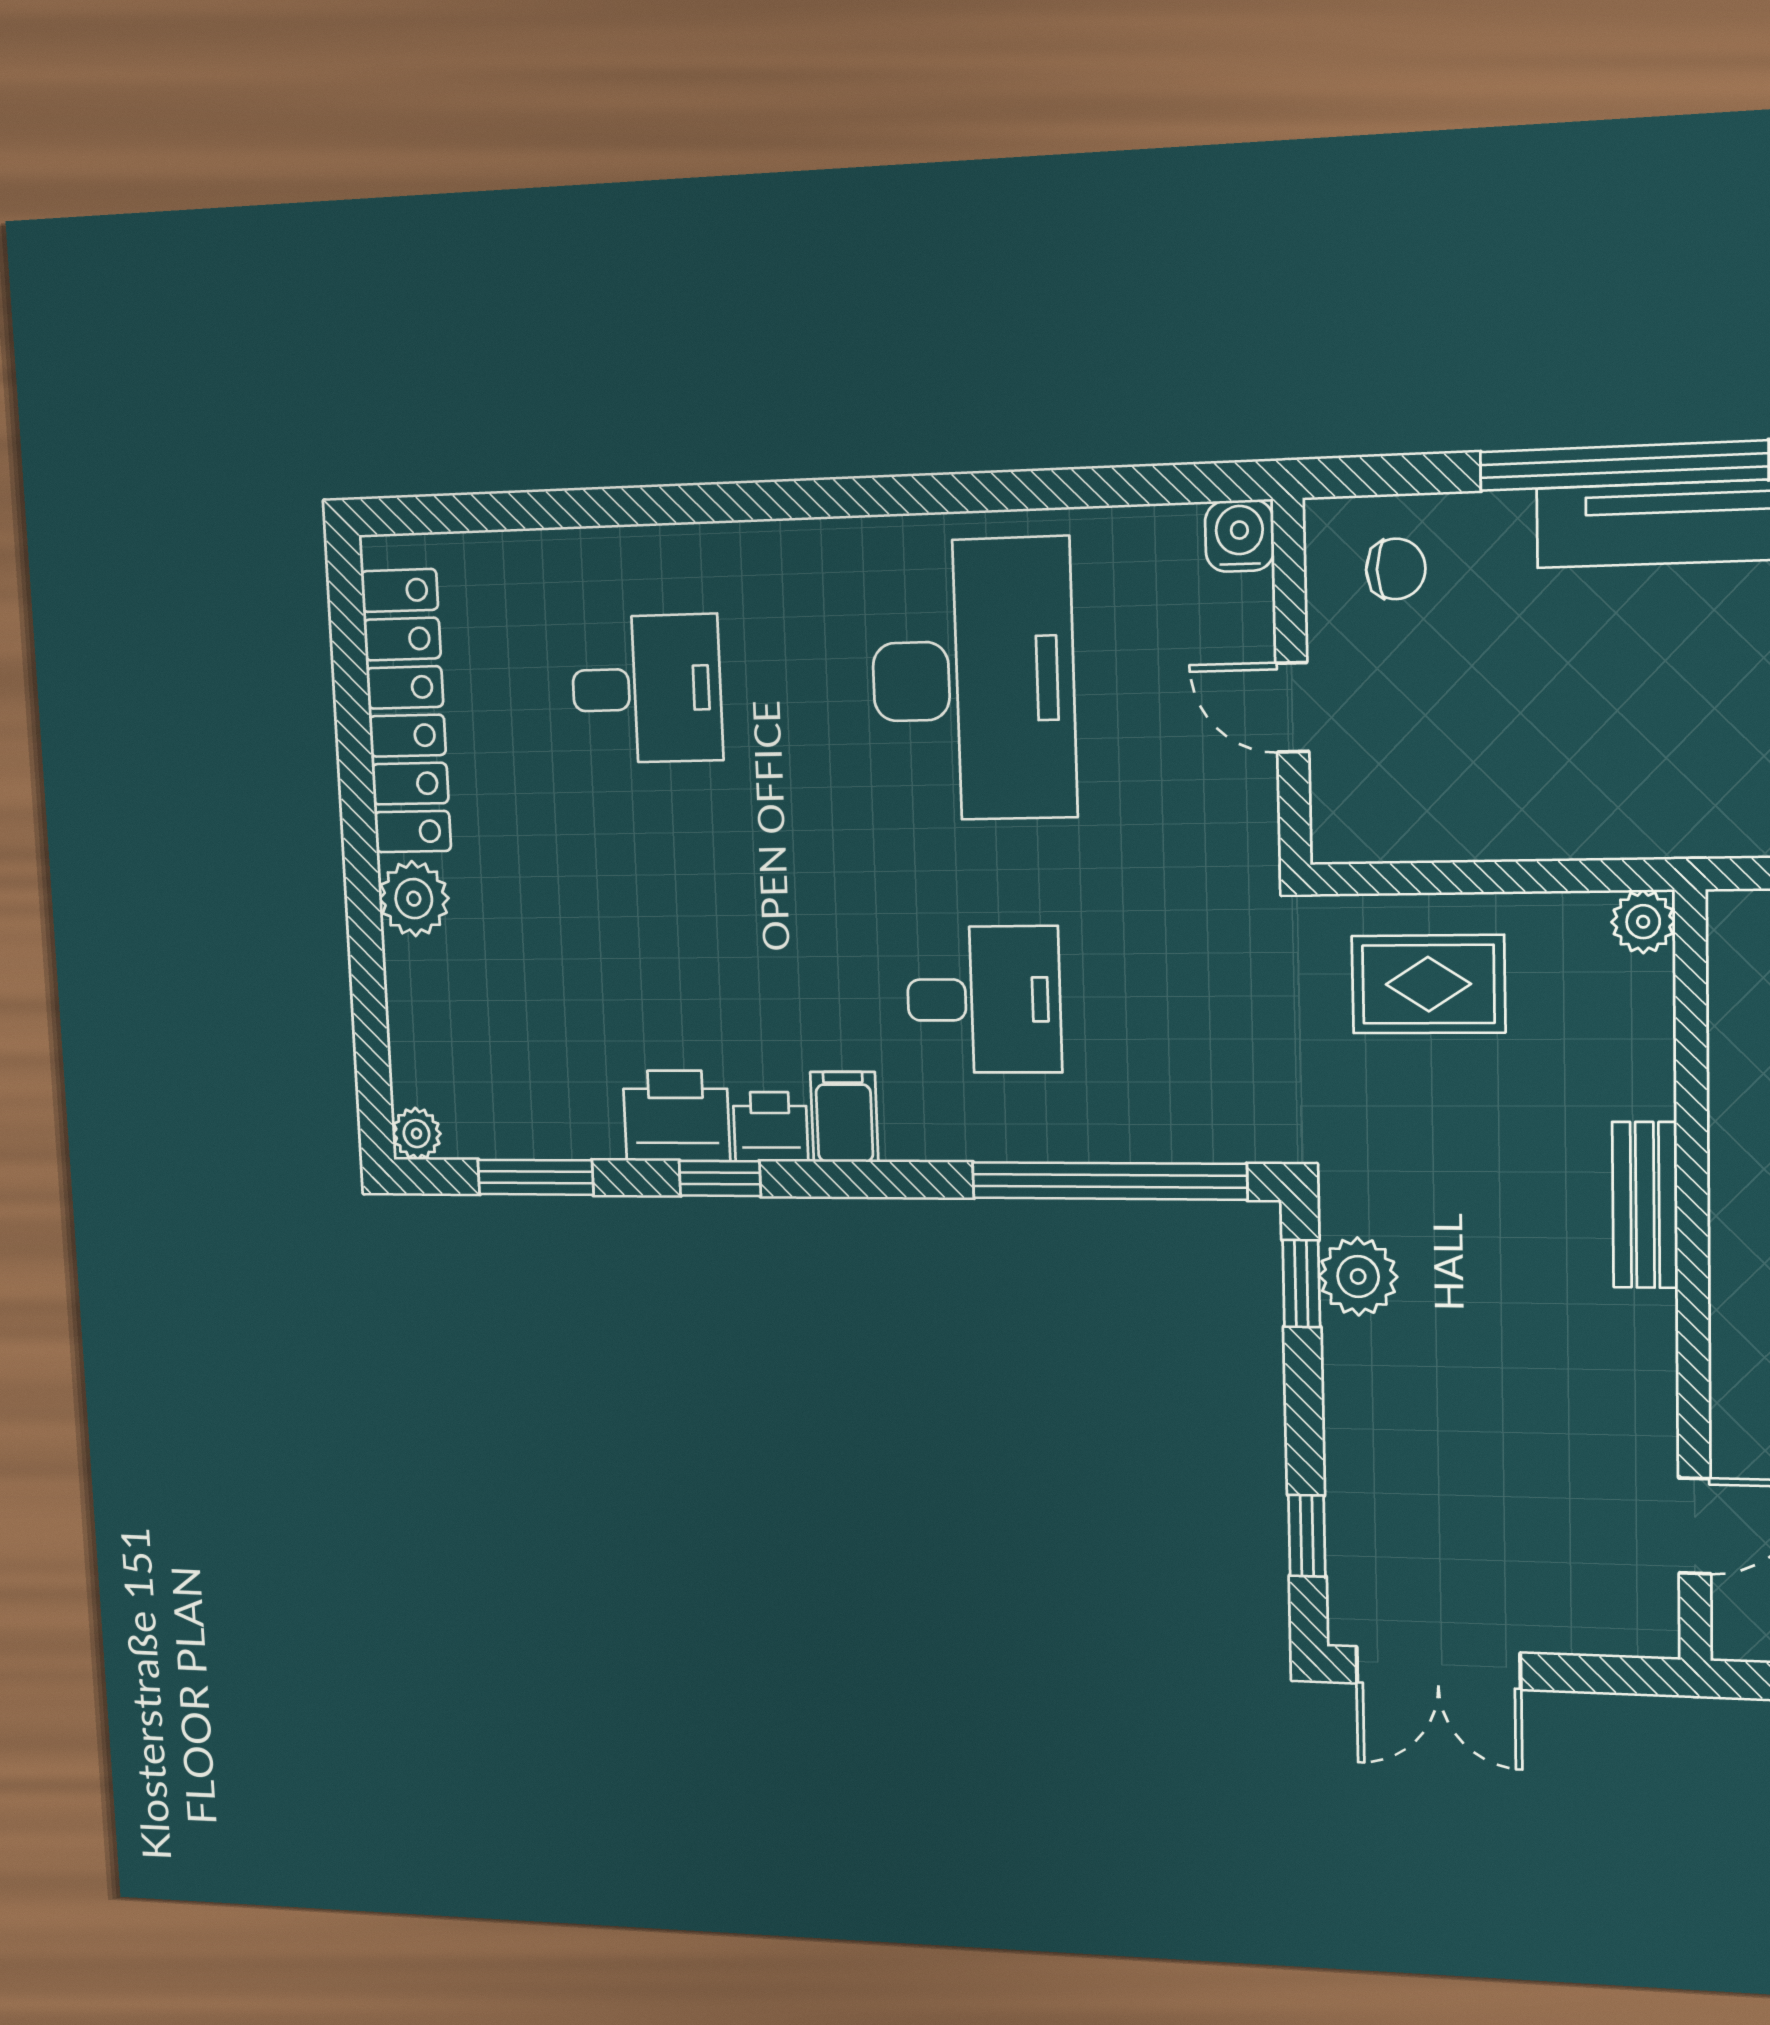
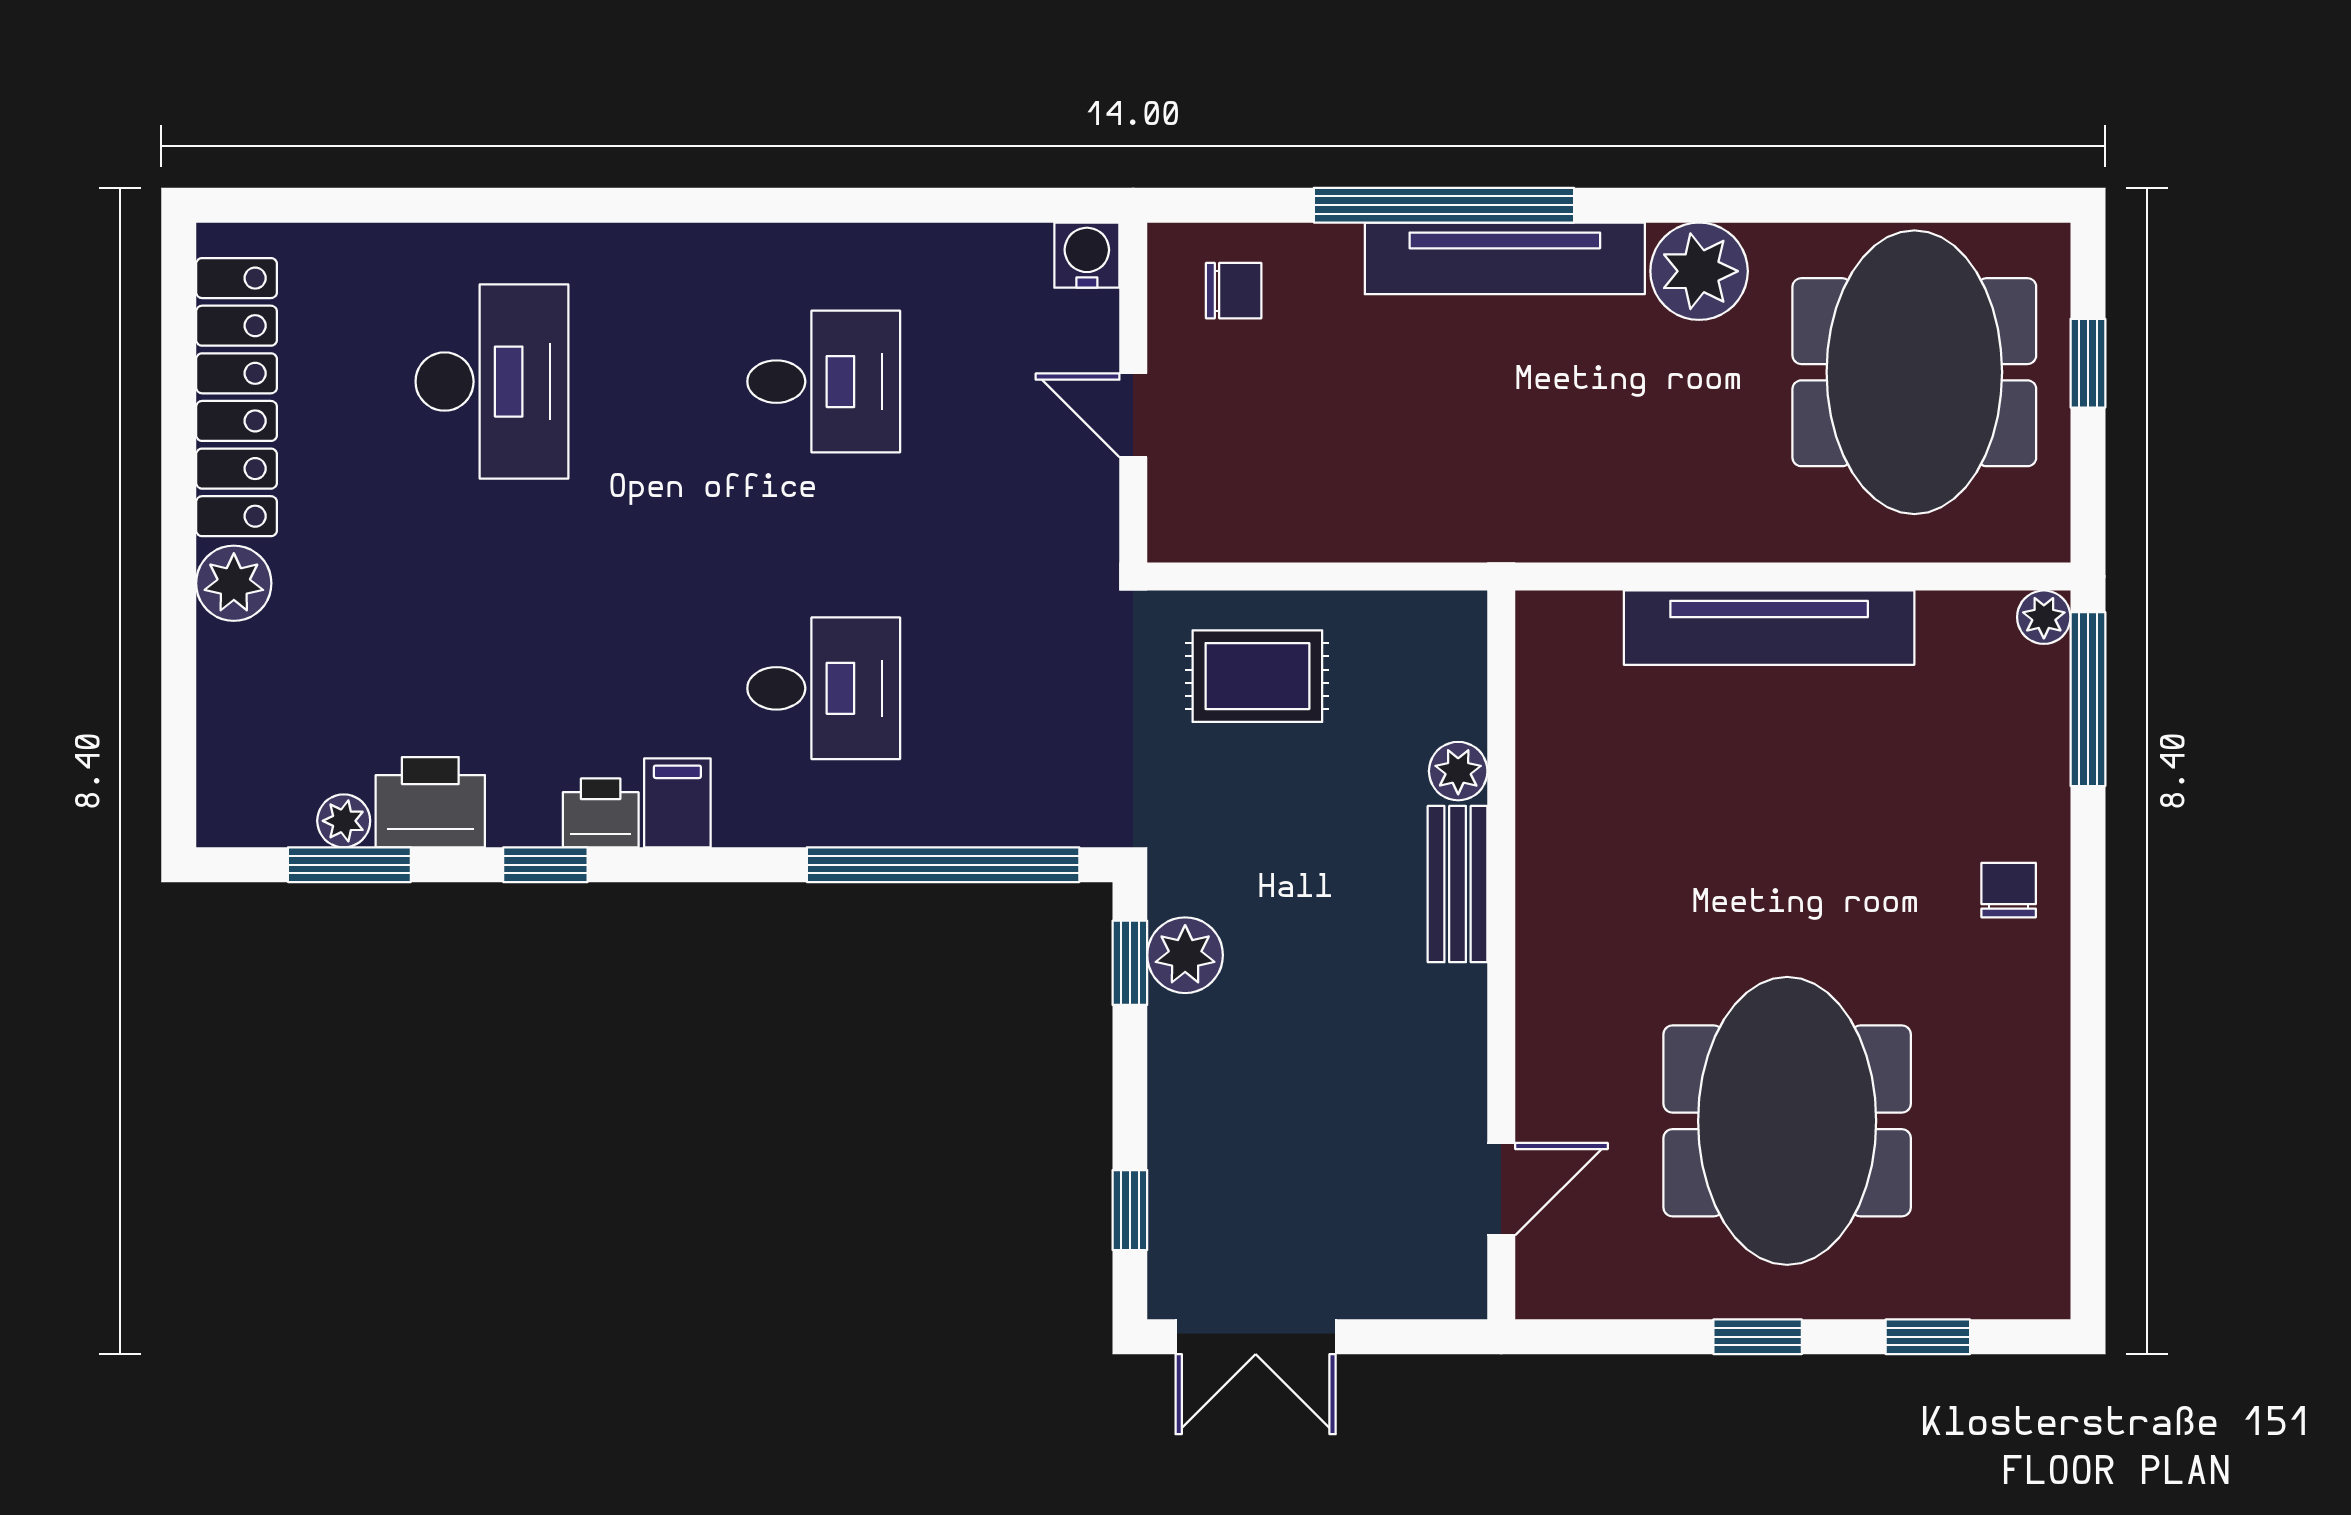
desk: (973, 680) -> (824, 382), width x0.53, depth x0.77
desk: (647, 689) -> (492, 382), width x1.37
plant: (1643, 922) -> (1458, 771), moved
printer: (676, 1116) -> (430, 802), moved
plant: (416, 1134) -> (344, 821), moved

